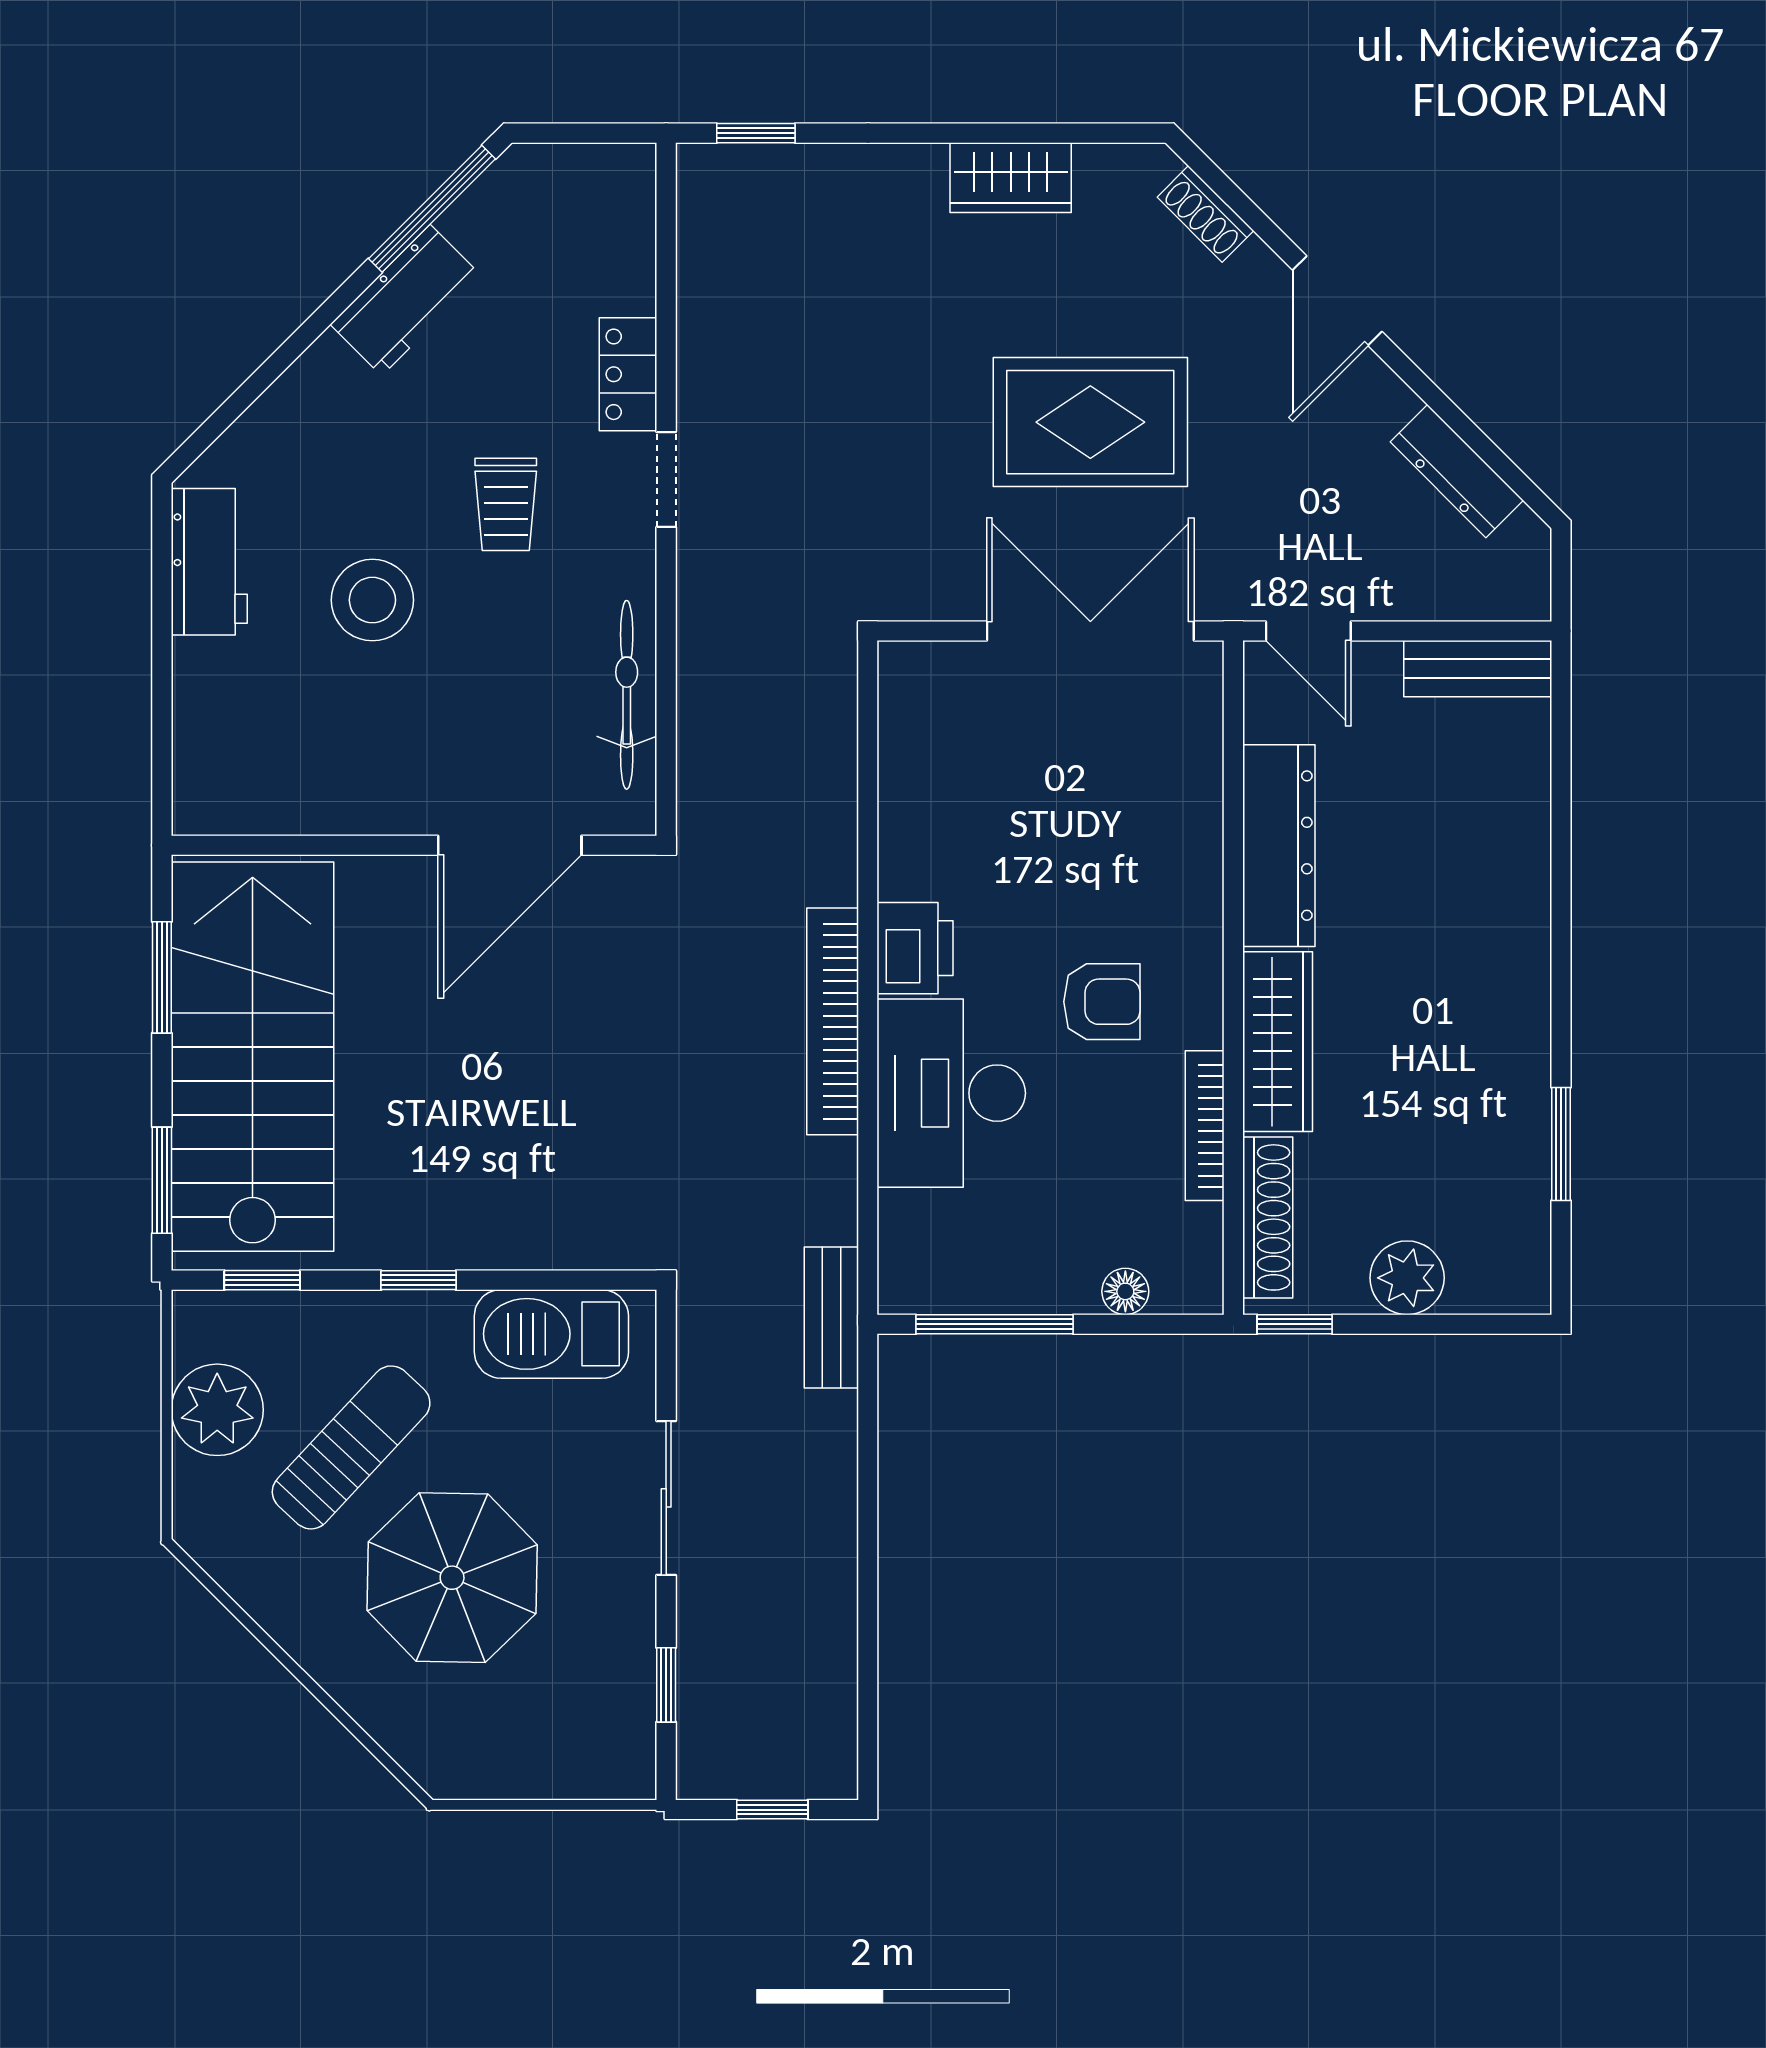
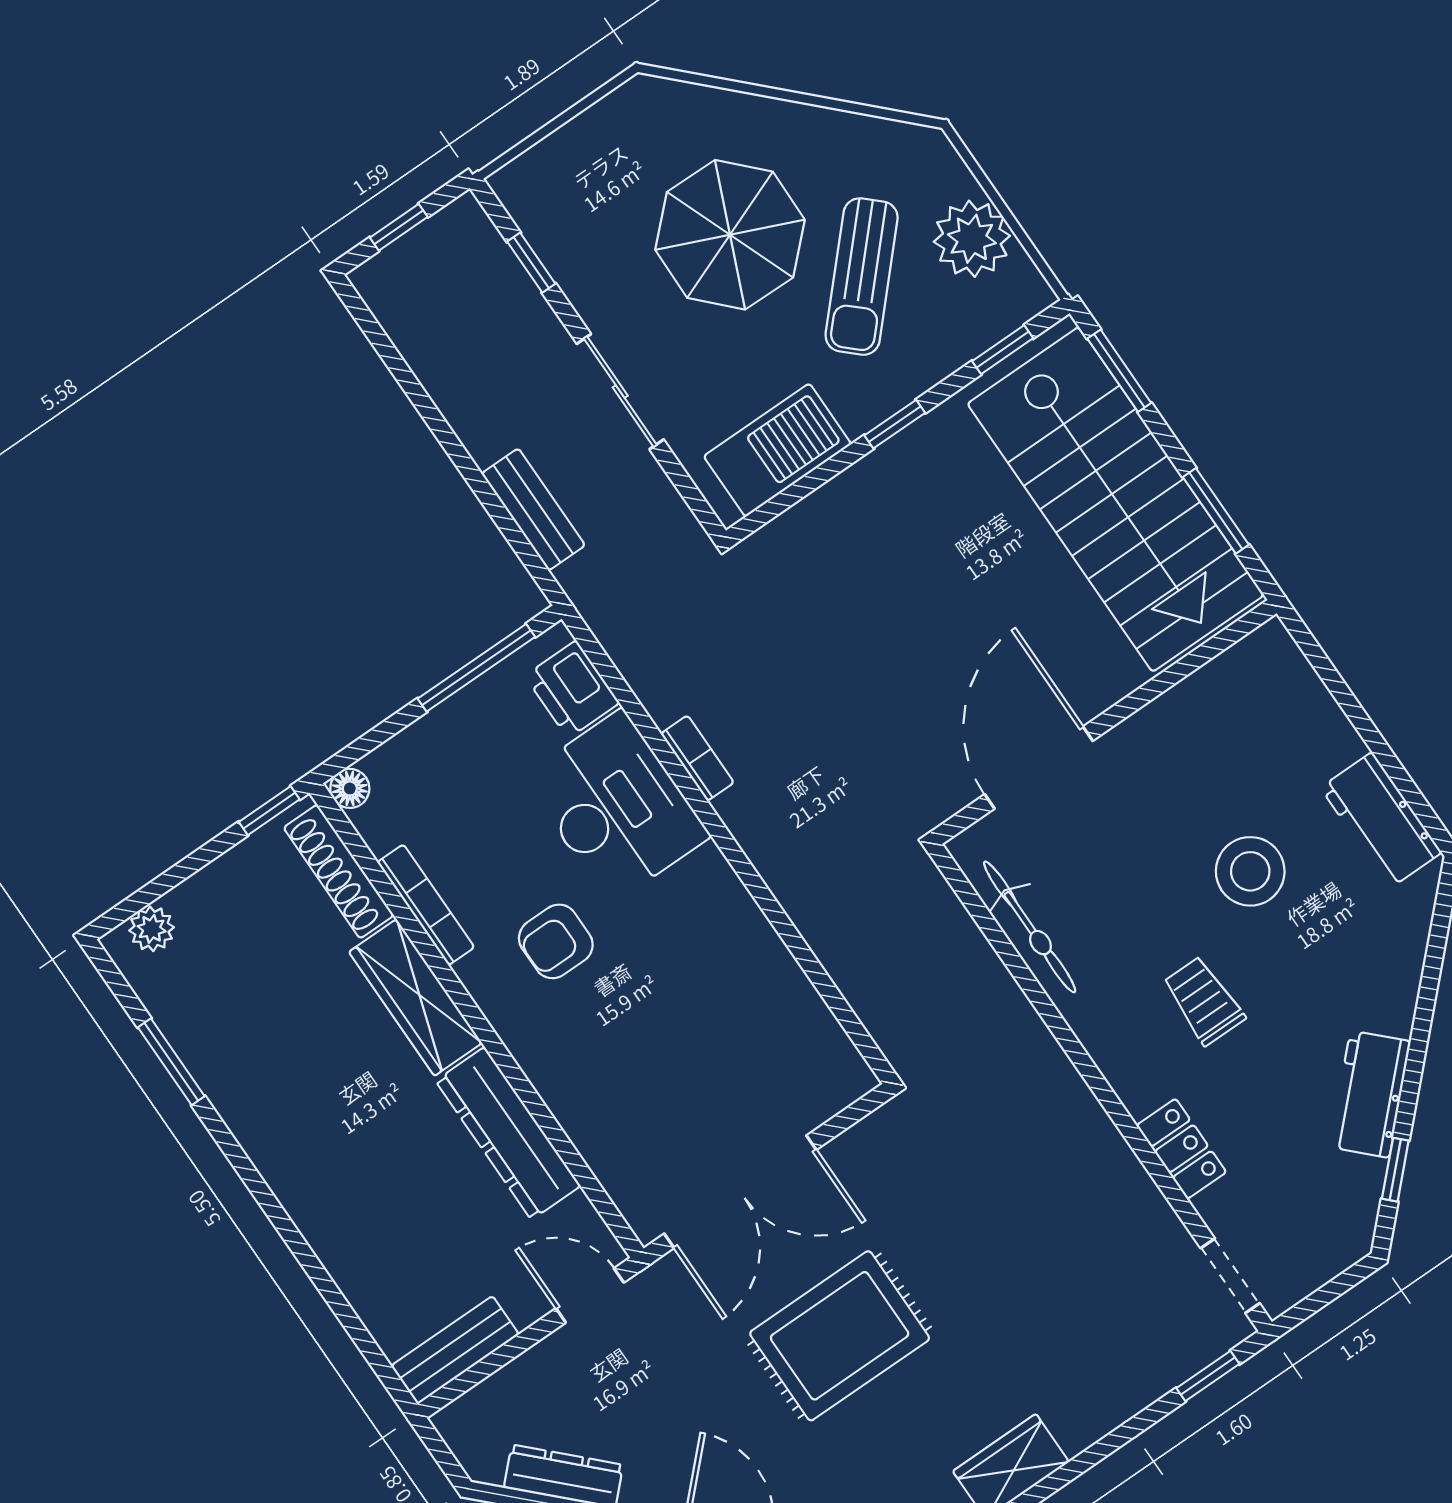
window: (432, 209) -> (1395, 1170), width x0.46
doorway: (666, 480) -> (1230, 1276), moved
printer: (915, 948) -> (572, 689), moved
bookcase: (833, 1021) -> (697, 758), width x0.43, depth x0.76
plant: (1407, 1278) -> (152, 929), moved, width x0.73, depth x0.73
floor lamp: (1125, 1291) -> (350, 788), moved
bench: (831, 1318) -> (533, 509), moved

